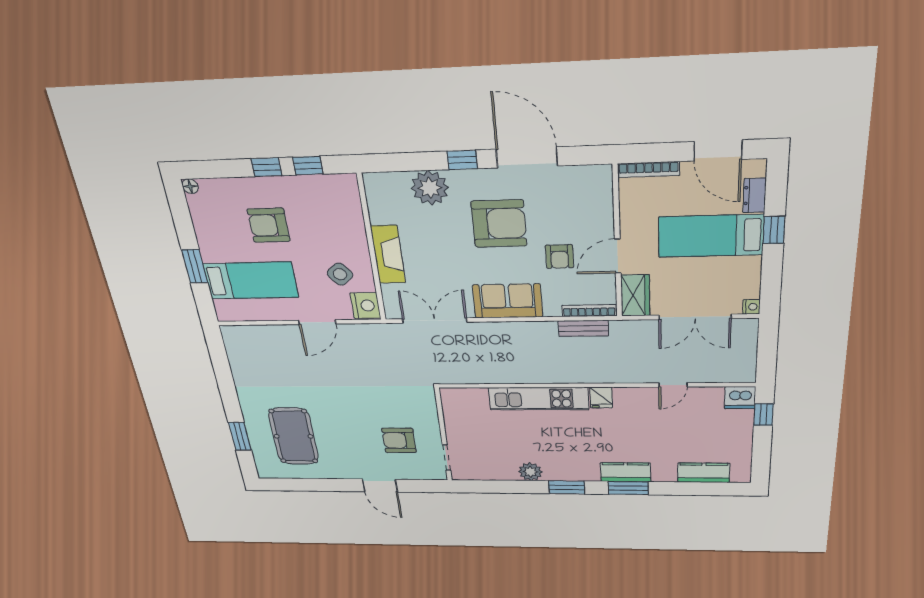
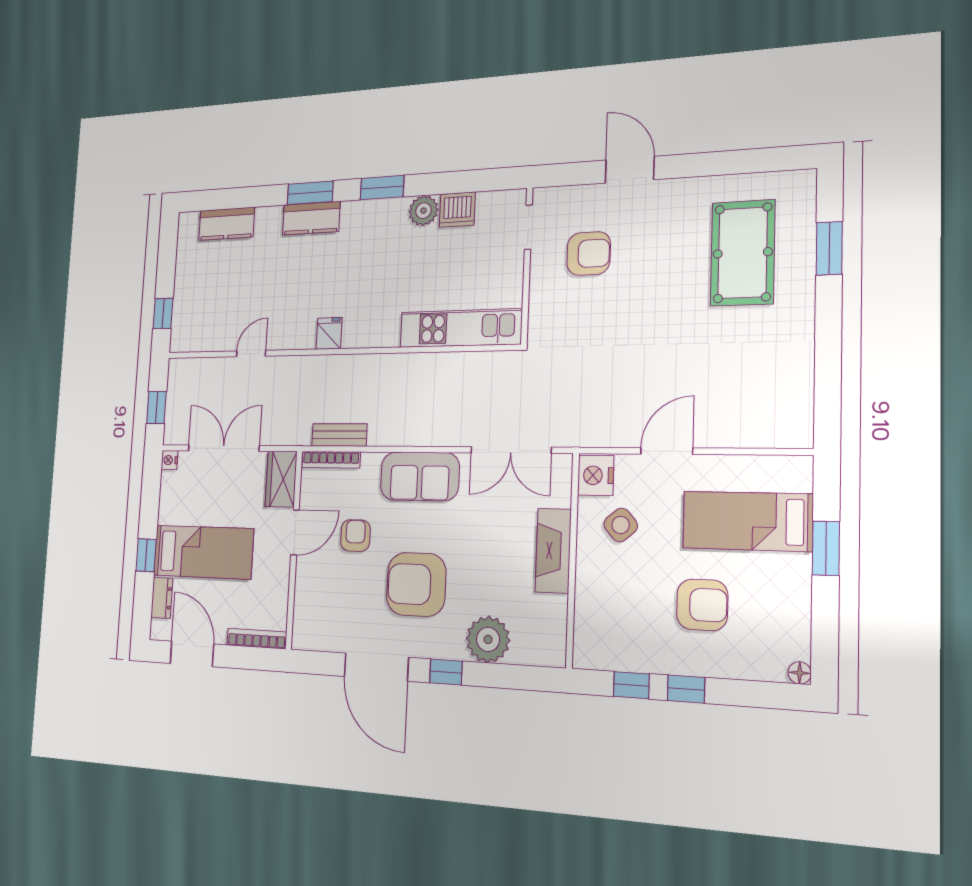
window: (767, 346) -> (156, 407), added
dishwasher: (740, 398) -> (457, 210), moved, turned 180
kitchen unit: (539, 399) -> (460, 328), moved

